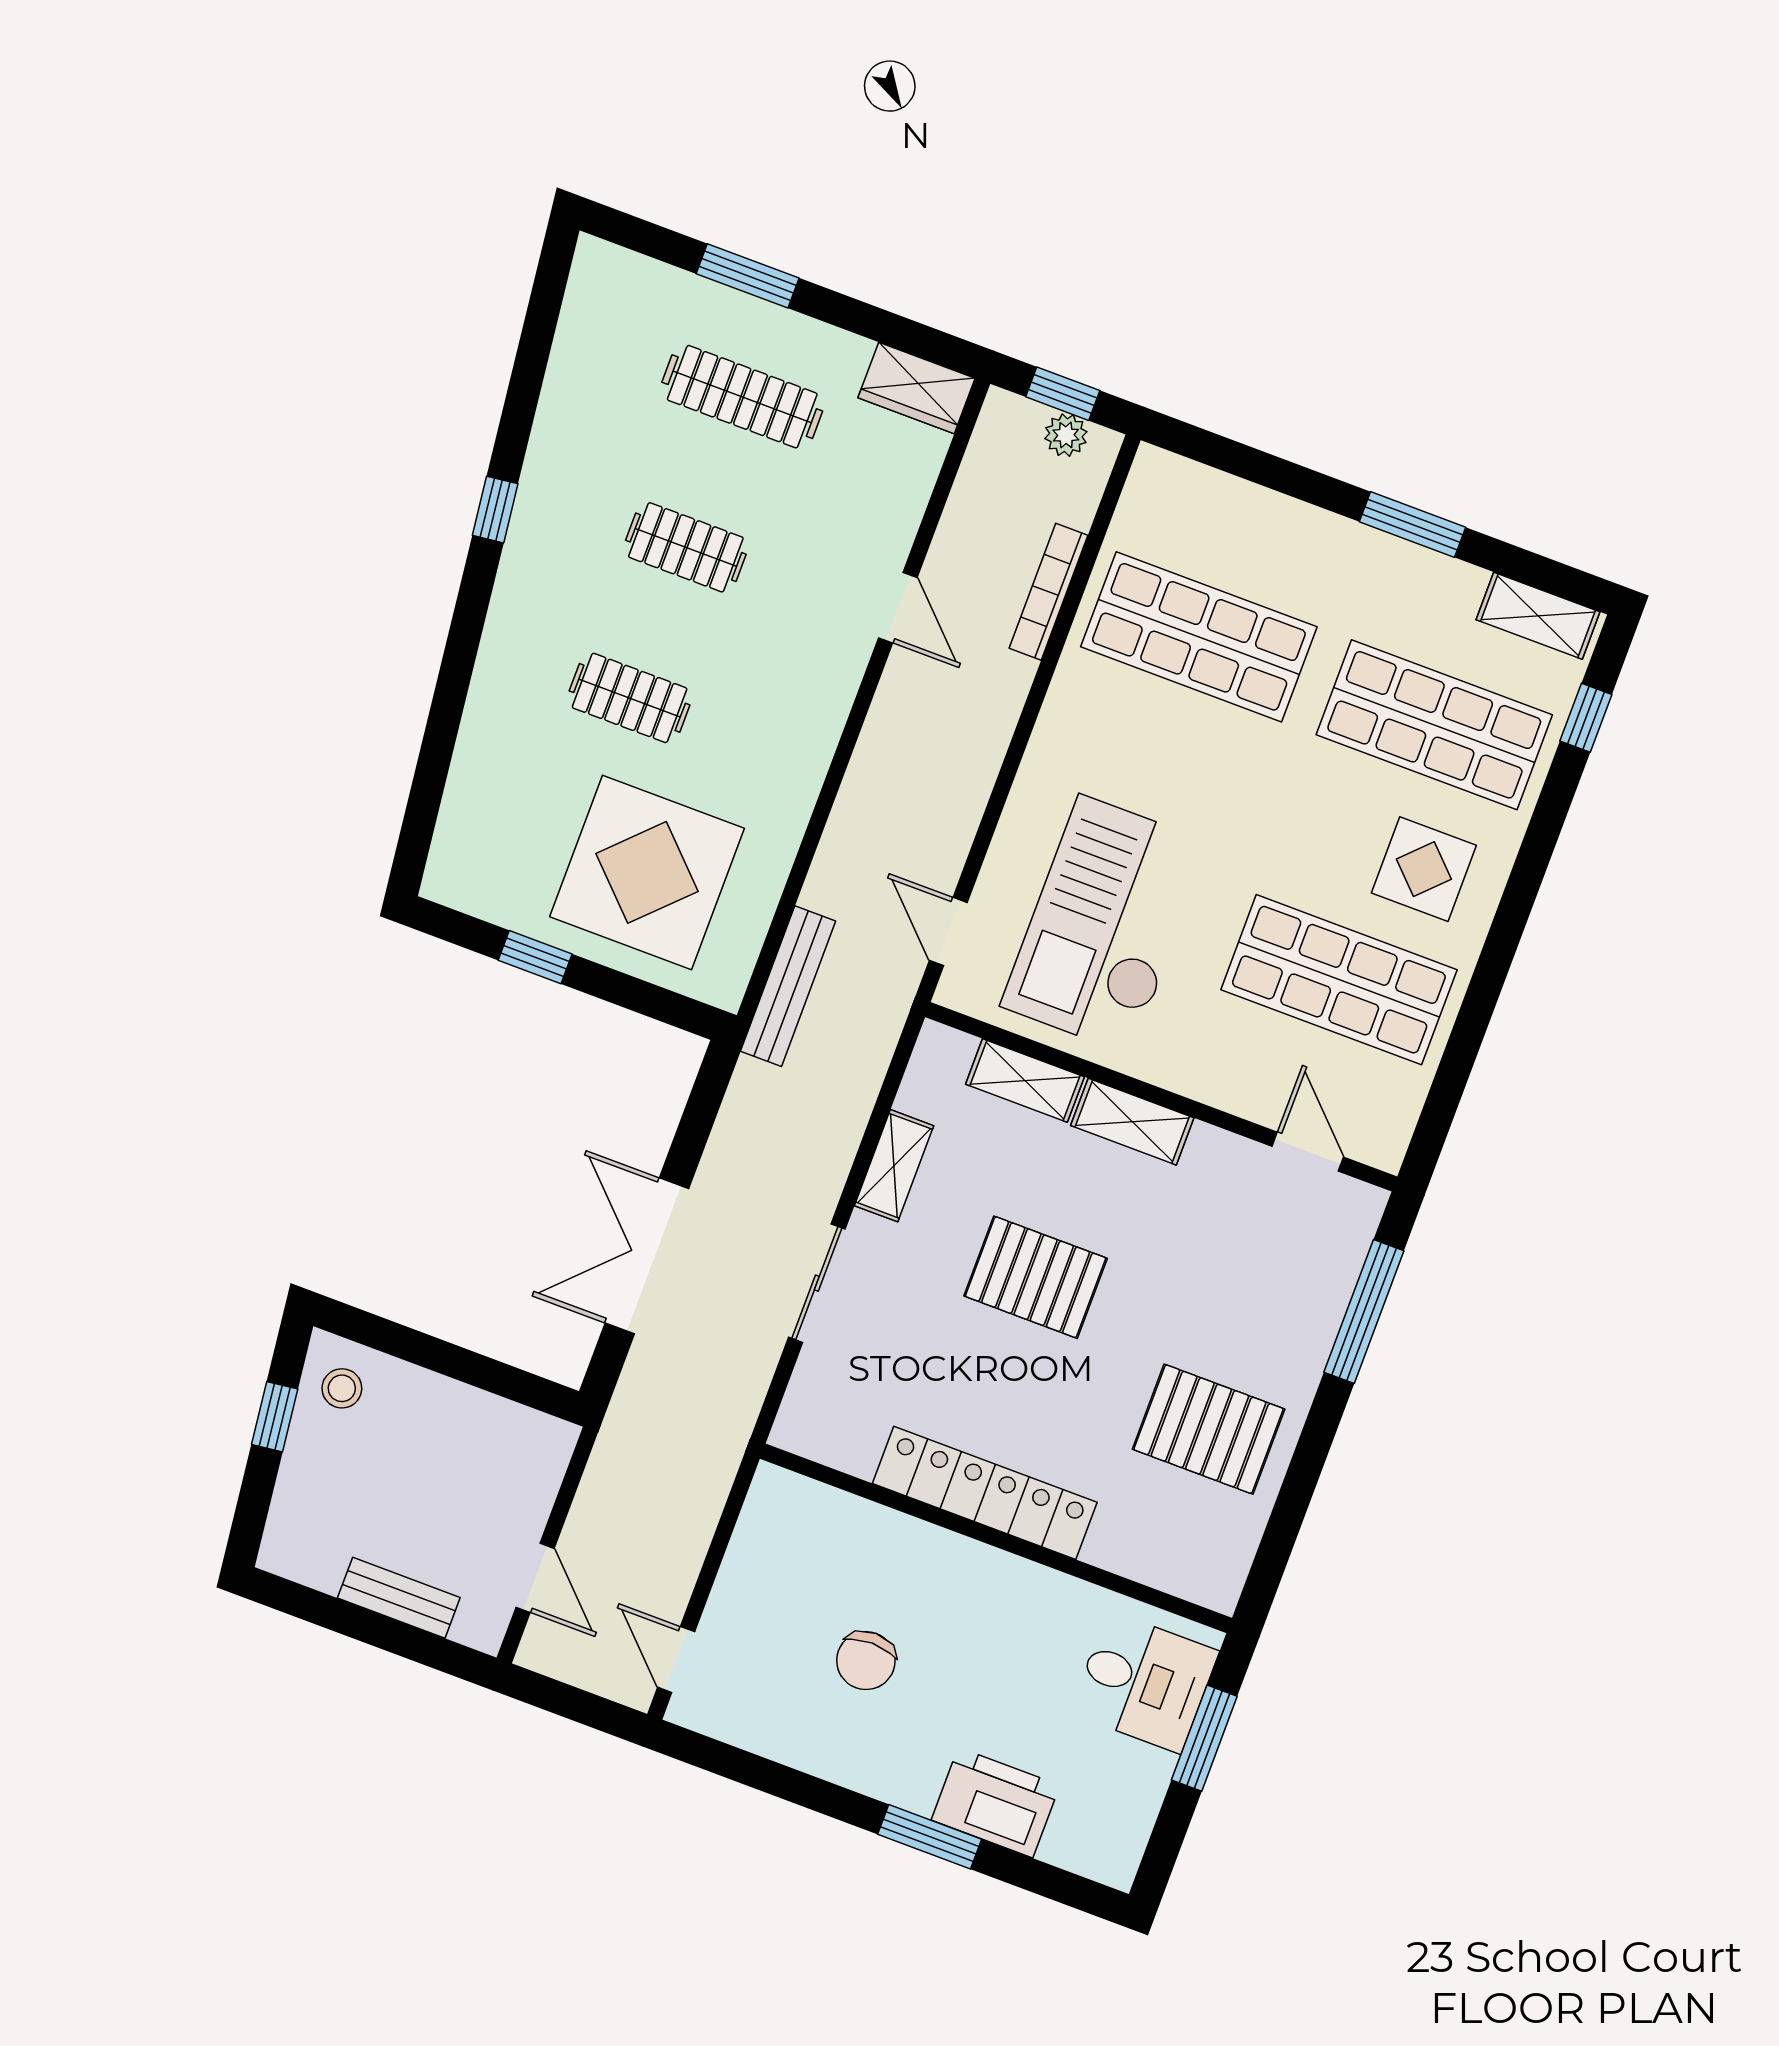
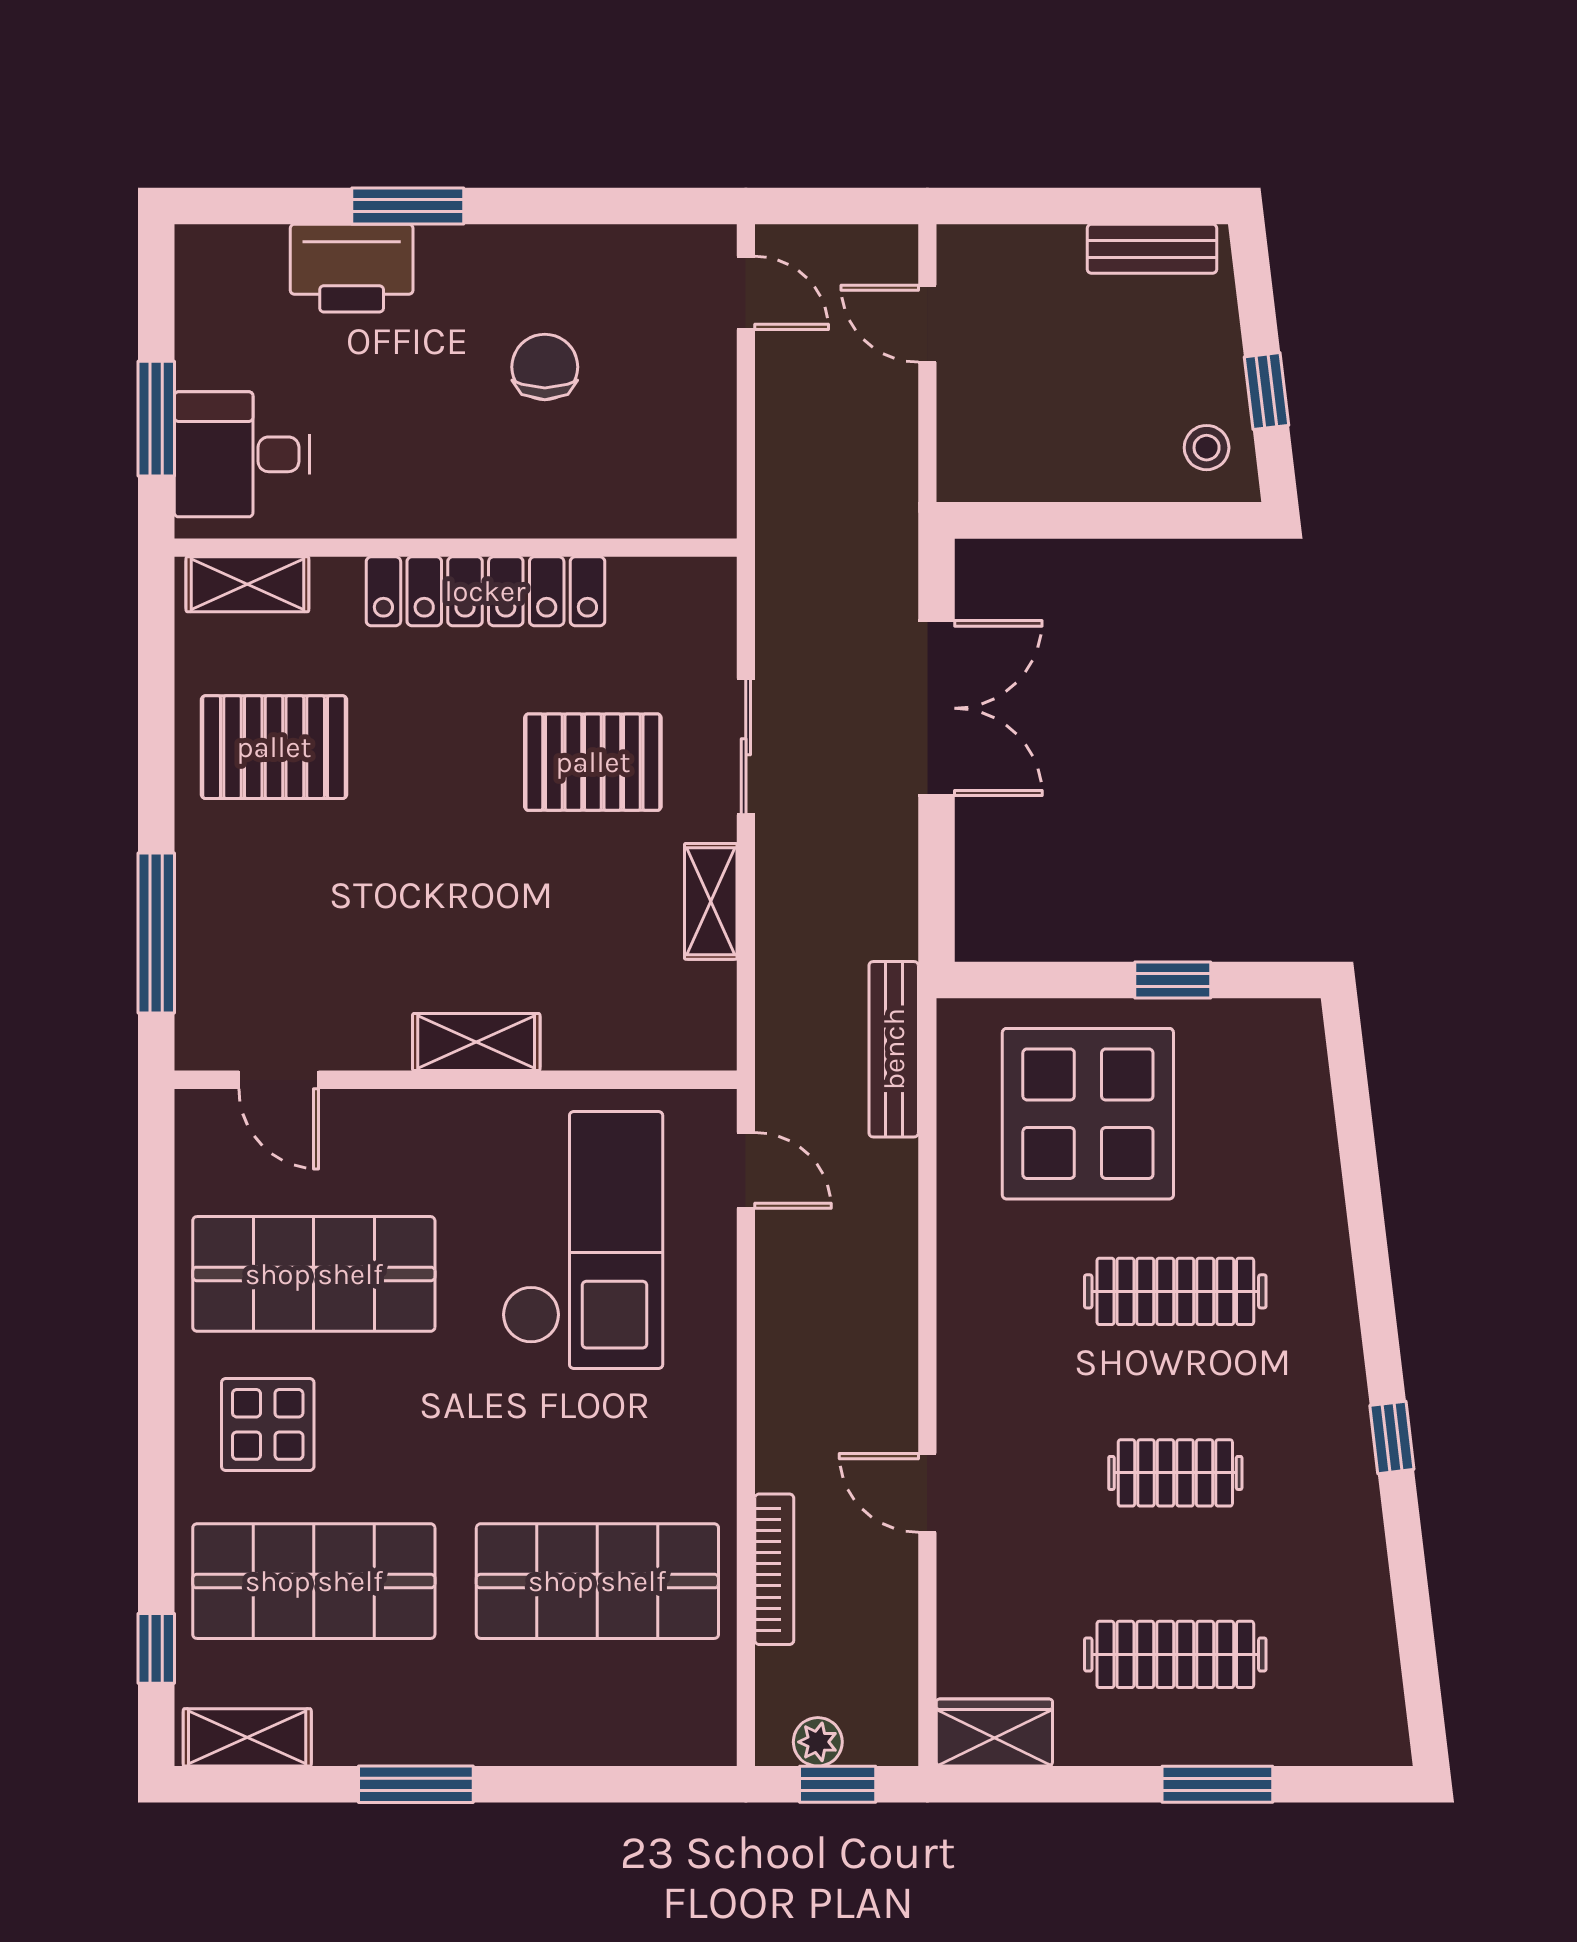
clothes rail: (630, 698) -> (1175, 1291), width x1.36
shelving: (1025, 1081) -> (247, 584), moved
pallet: (1036, 1277) -> (593, 762), moved
bench: (399, 1598) -> (1152, 249), moved

